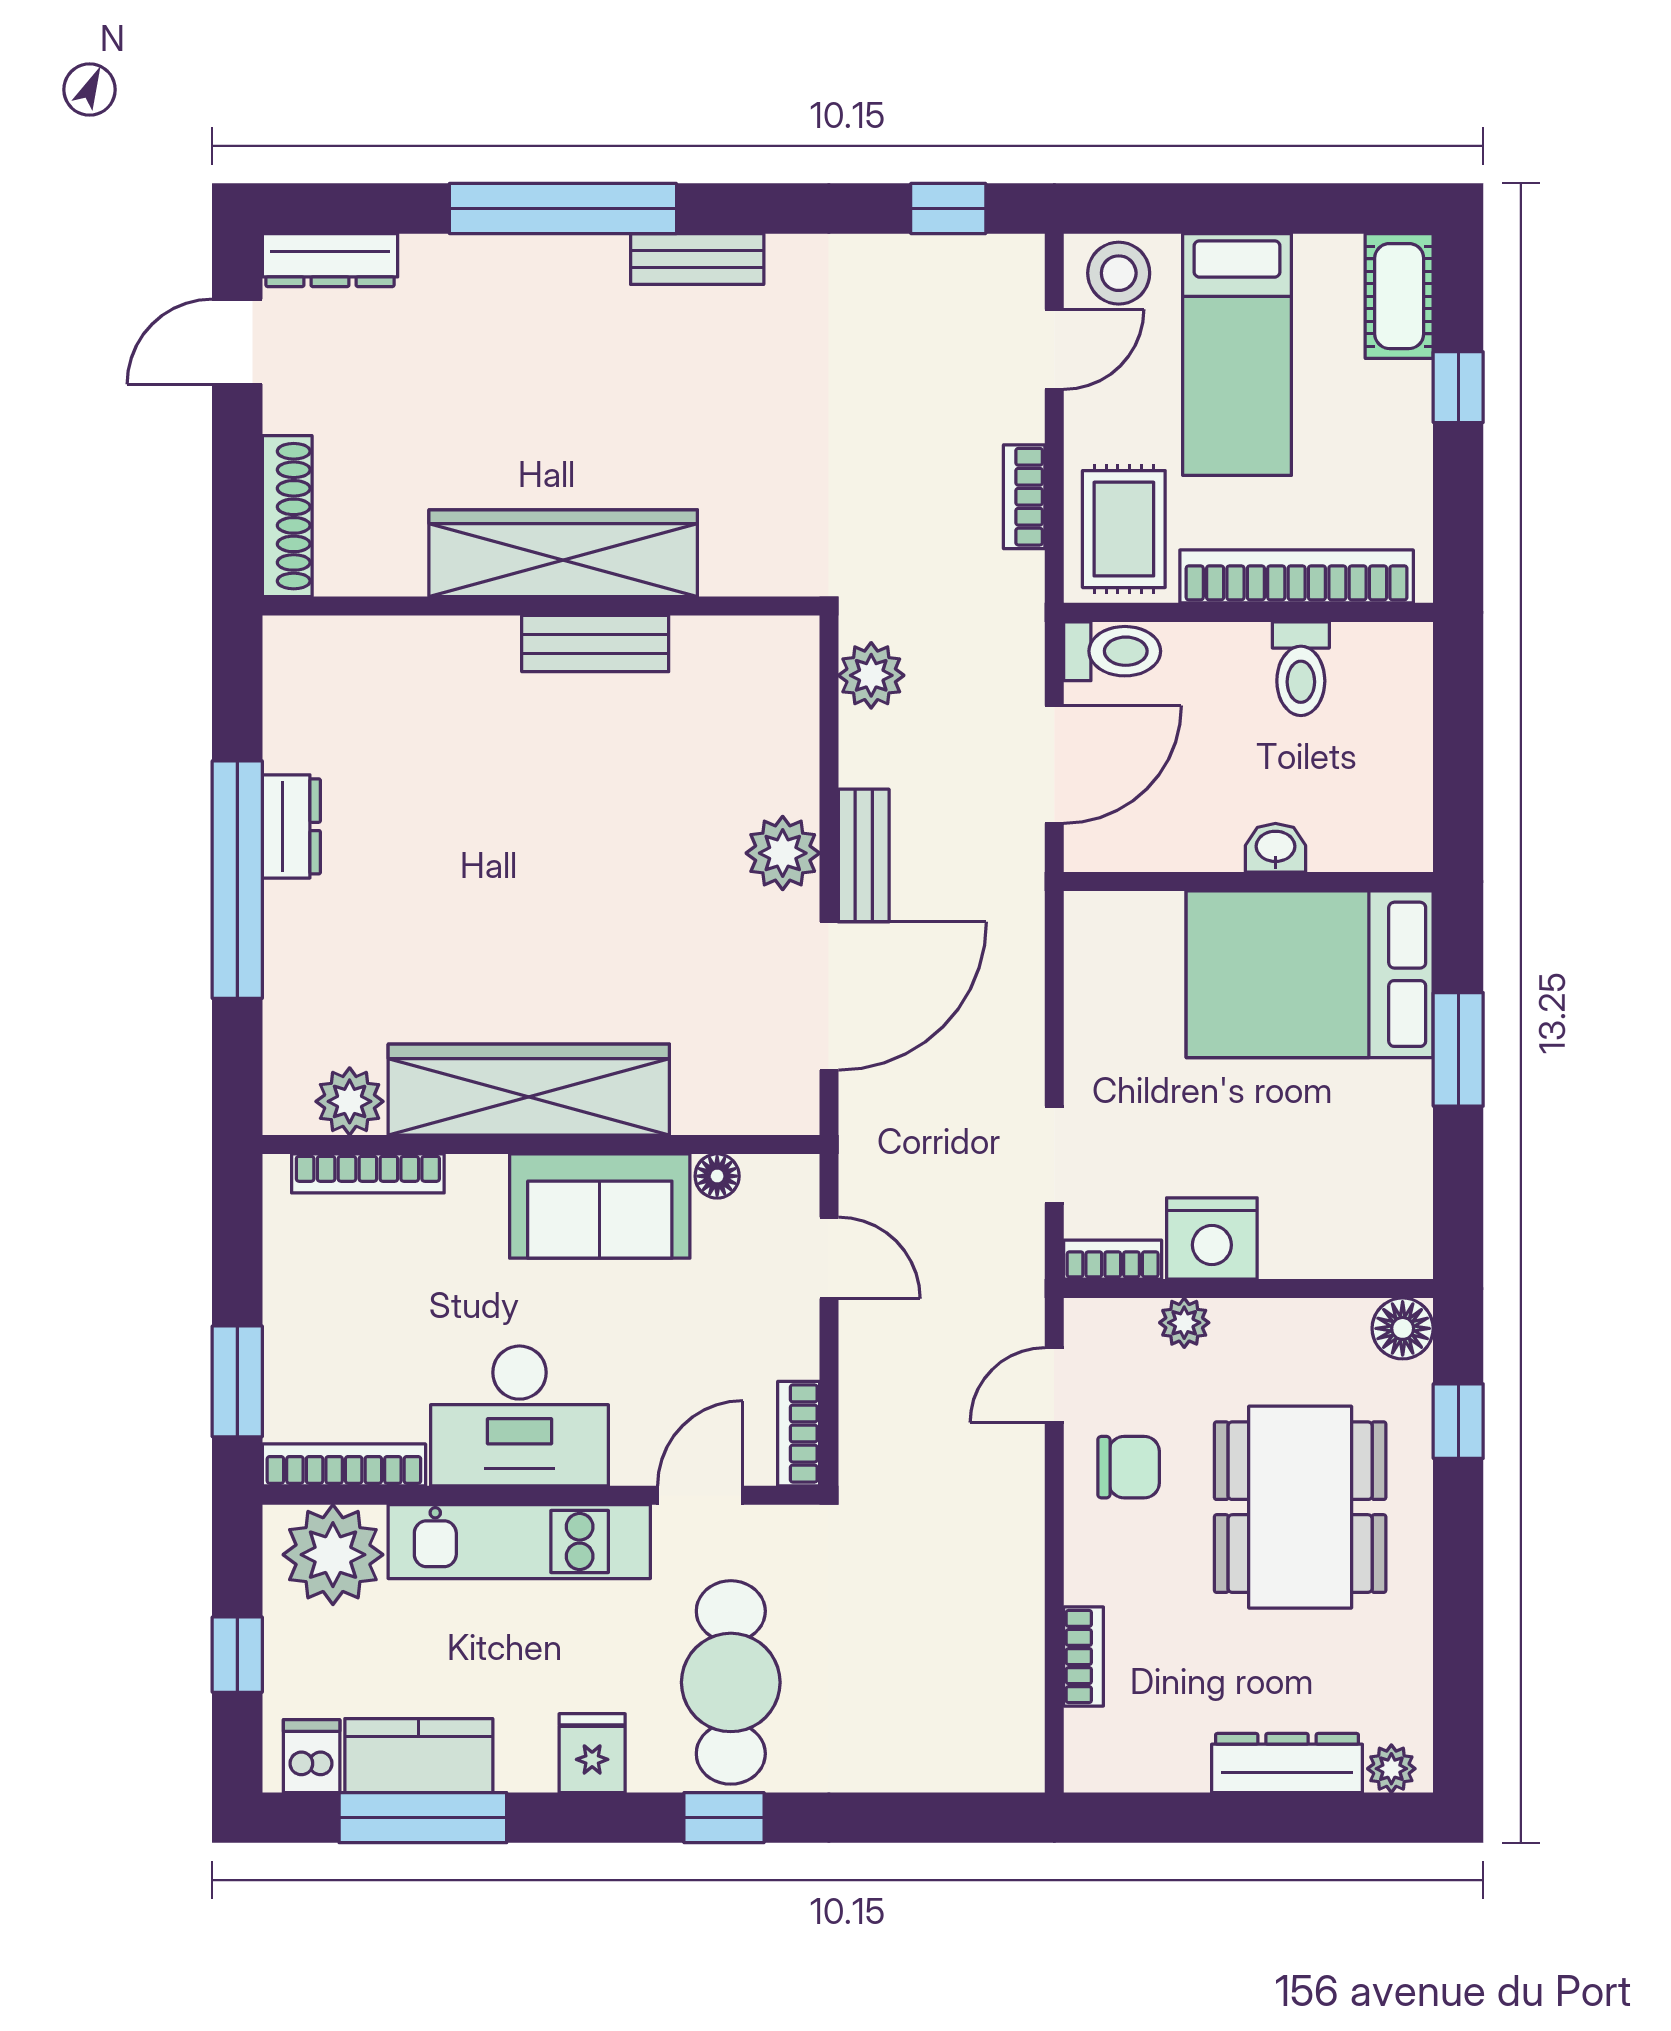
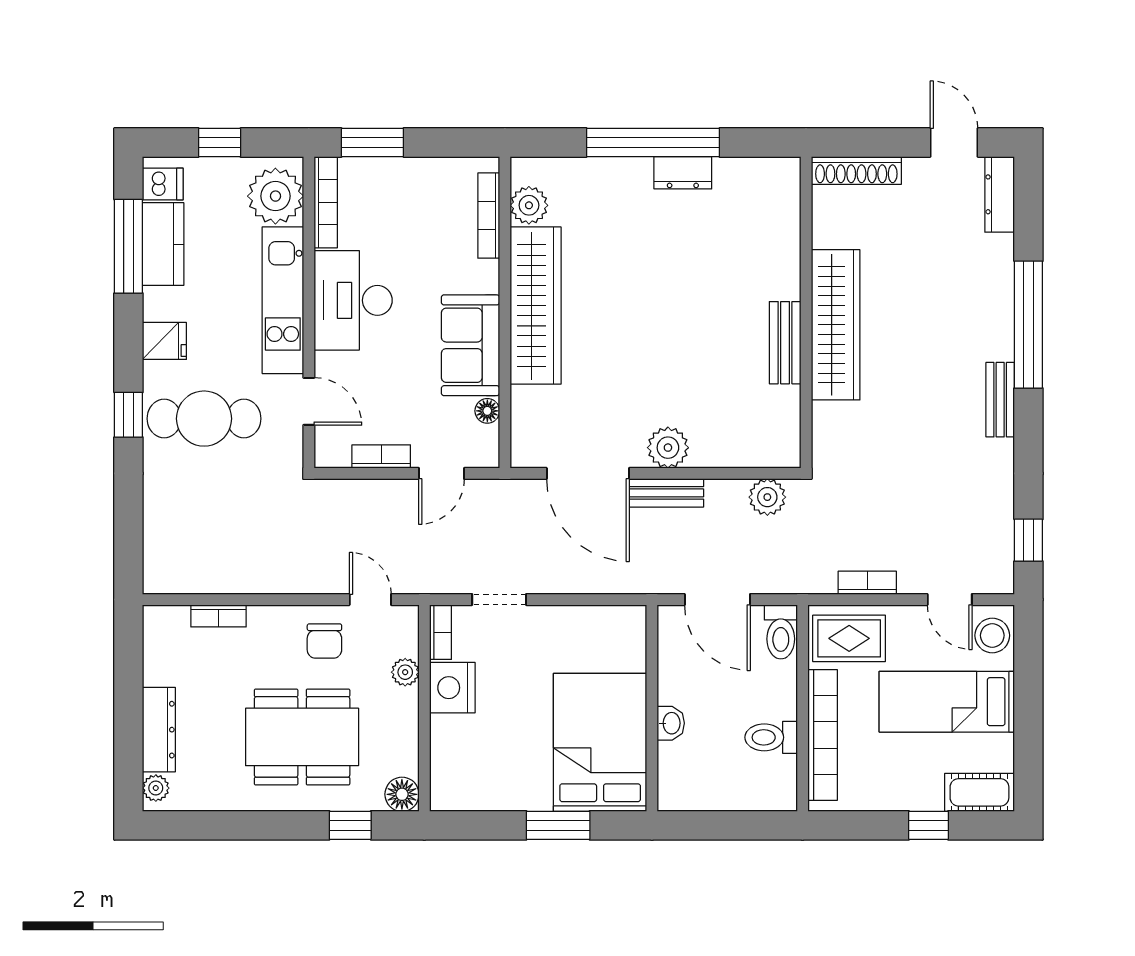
bookcase: (799, 1434) -> (381, 456), moved

